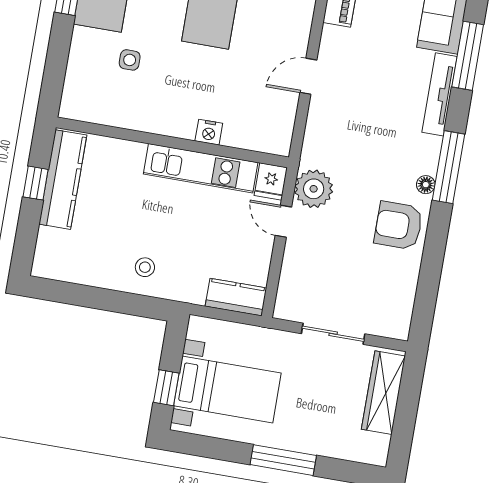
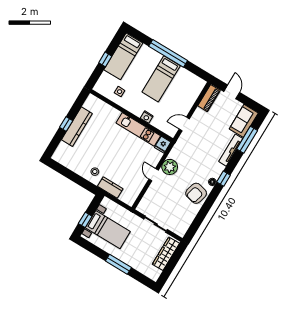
nightstand: (209, 132) -> (147, 117), moved
wall: (172, 142) -> (131, 116), moved
window: (448, 167) -> (223, 179), width x0.46
kitchen unit: (201, 168) -> (138, 129), moved
fridge: (271, 182) -> (163, 145), moved
armchair: (399, 226) -> (196, 193), turned -76
kitchen counter: (236, 297) -> (110, 187), moved

